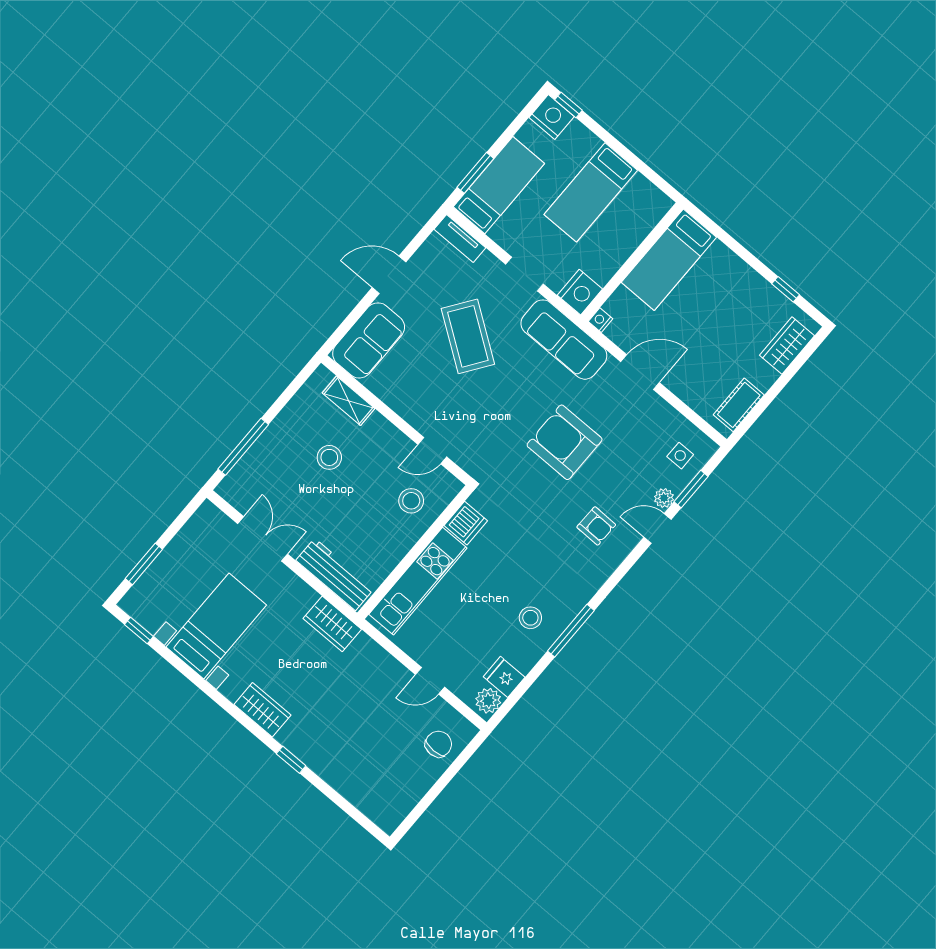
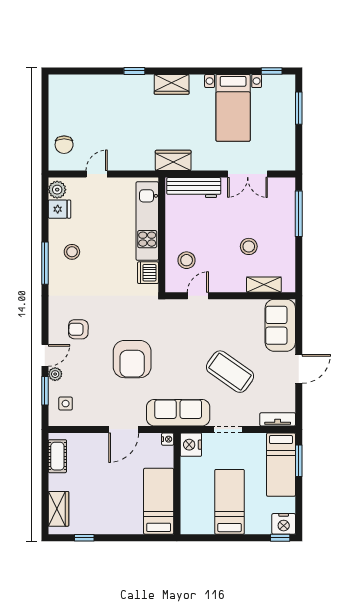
armchair: (565, 442) -> (132, 359), turned 90

